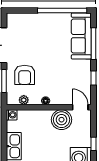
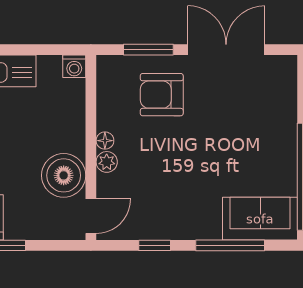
sofa: (81, 36) -> (260, 219), width x0.73
plant: (24, 100) -> (107, 162), moved

